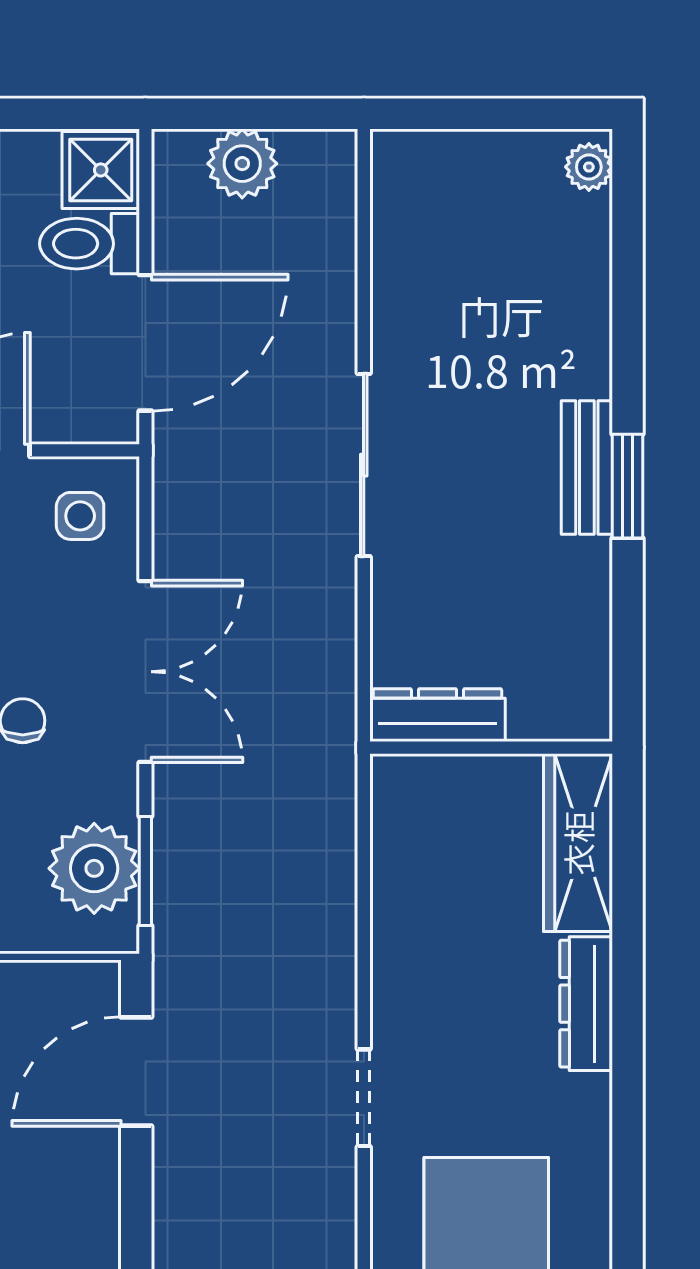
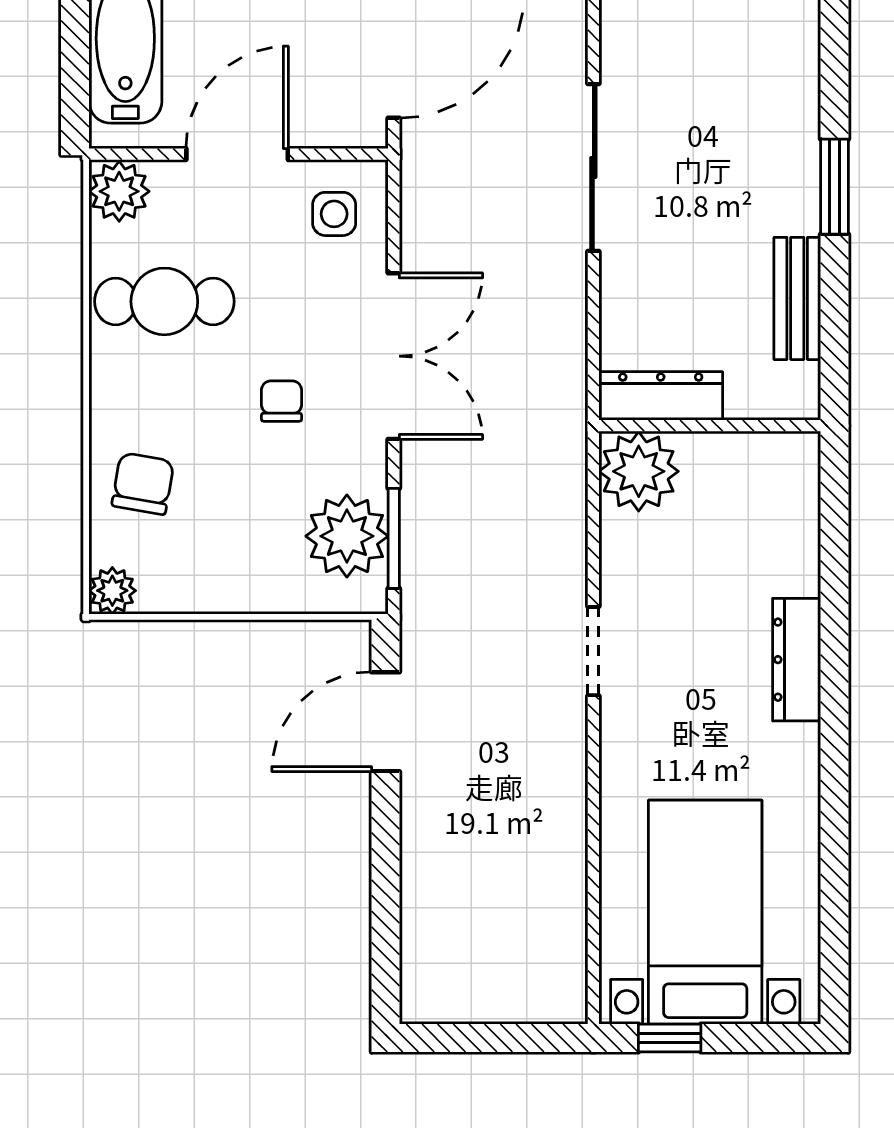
bench: (587, 468) -> (797, 298), moved
plant: (413, 798) -> (639, 471), added
wardrobe: (578, 843) -> (789, 513), removed
doorway: (364, 1098) -> (593, 651), moved

